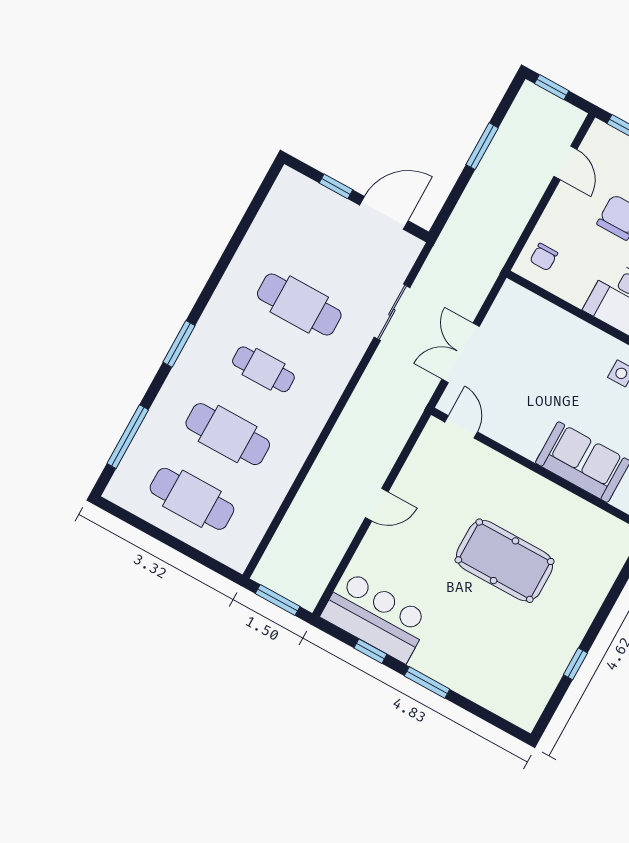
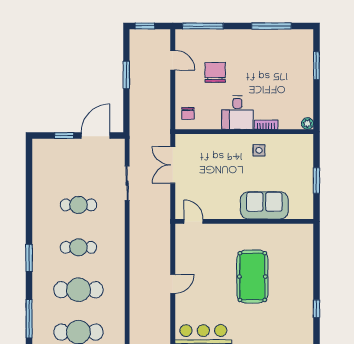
cafe table: (299, 305) -> (78, 205), width x0.73, depth x0.74
double door: (461, 353) -> (173, 165), moved
pool table: (505, 561) -> (252, 277), turned 90

